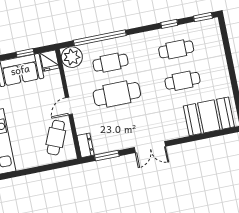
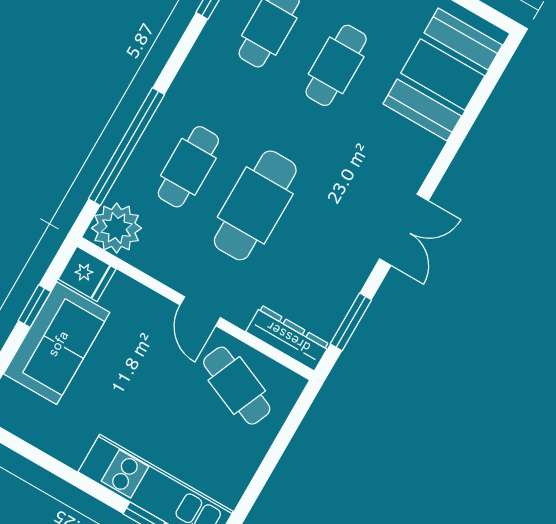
dresser: (86, 145) -> (288, 338), width x1.44

